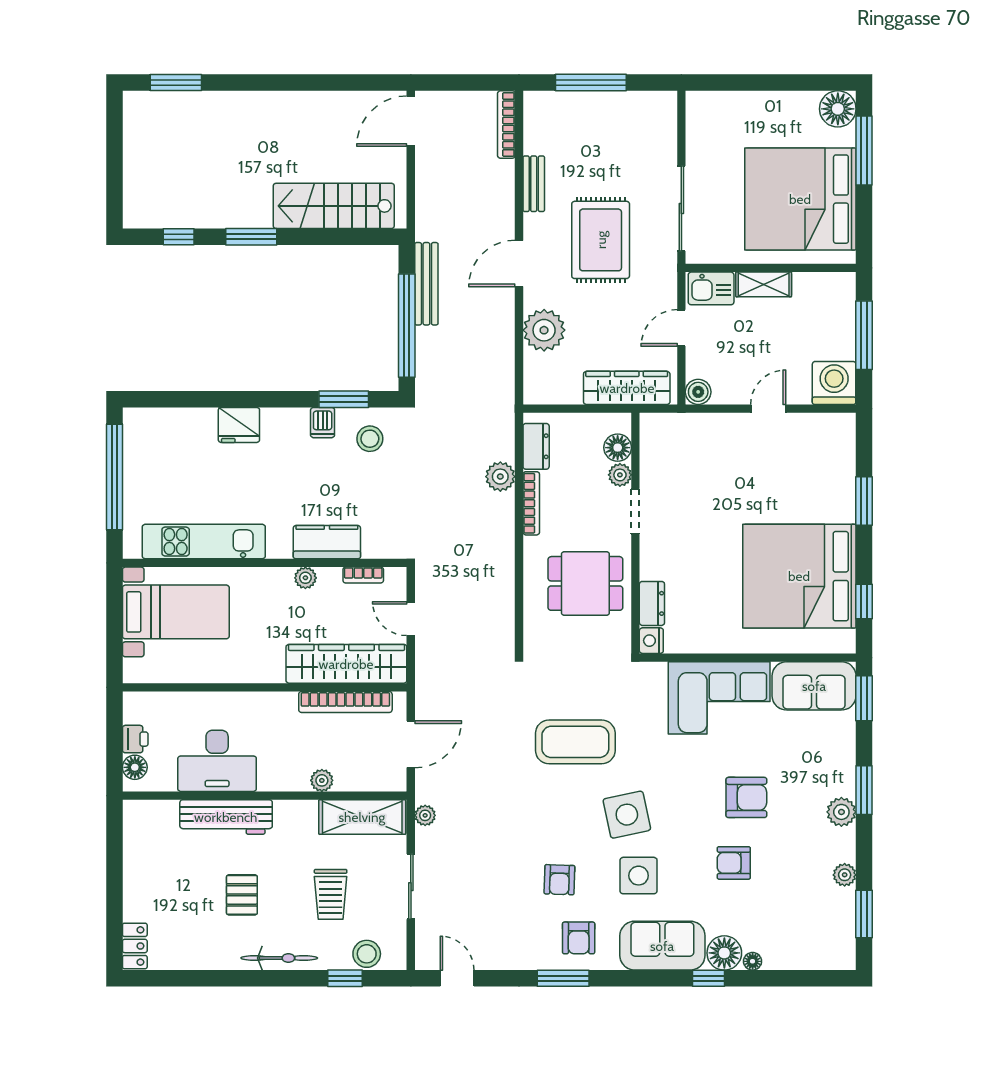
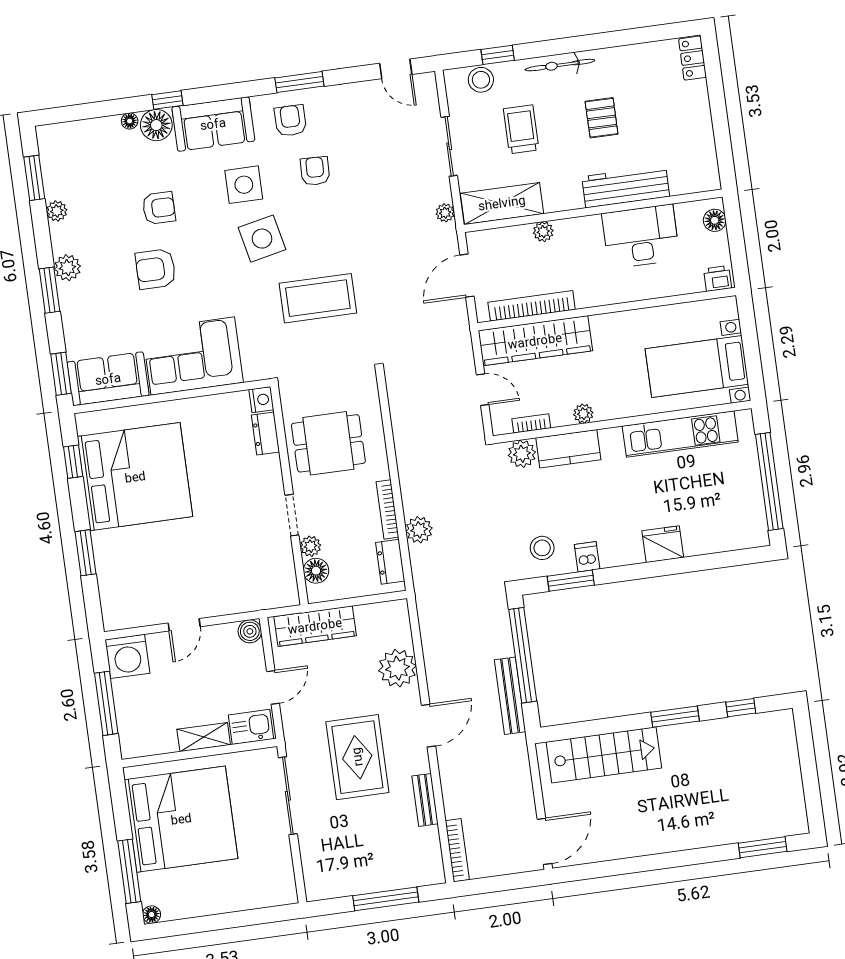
floor lamp: (838, 109) -> (152, 915), width x0.53, depth x0.53
plant: (378, 544) -> (522, 454), added
printer: (135, 739) -> (718, 278), moved, turned 90

